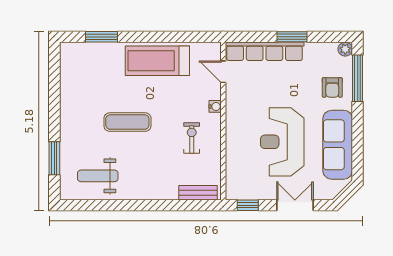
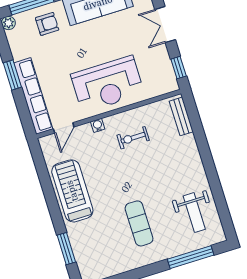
treadmill: (157, 61) -> (72, 191), turned 180
exercise mat: (127, 122) -> (139, 223), moved
reception desk: (282, 142) -> (108, 84), moved
window: (54, 158) -> (191, 257), width x1.44

